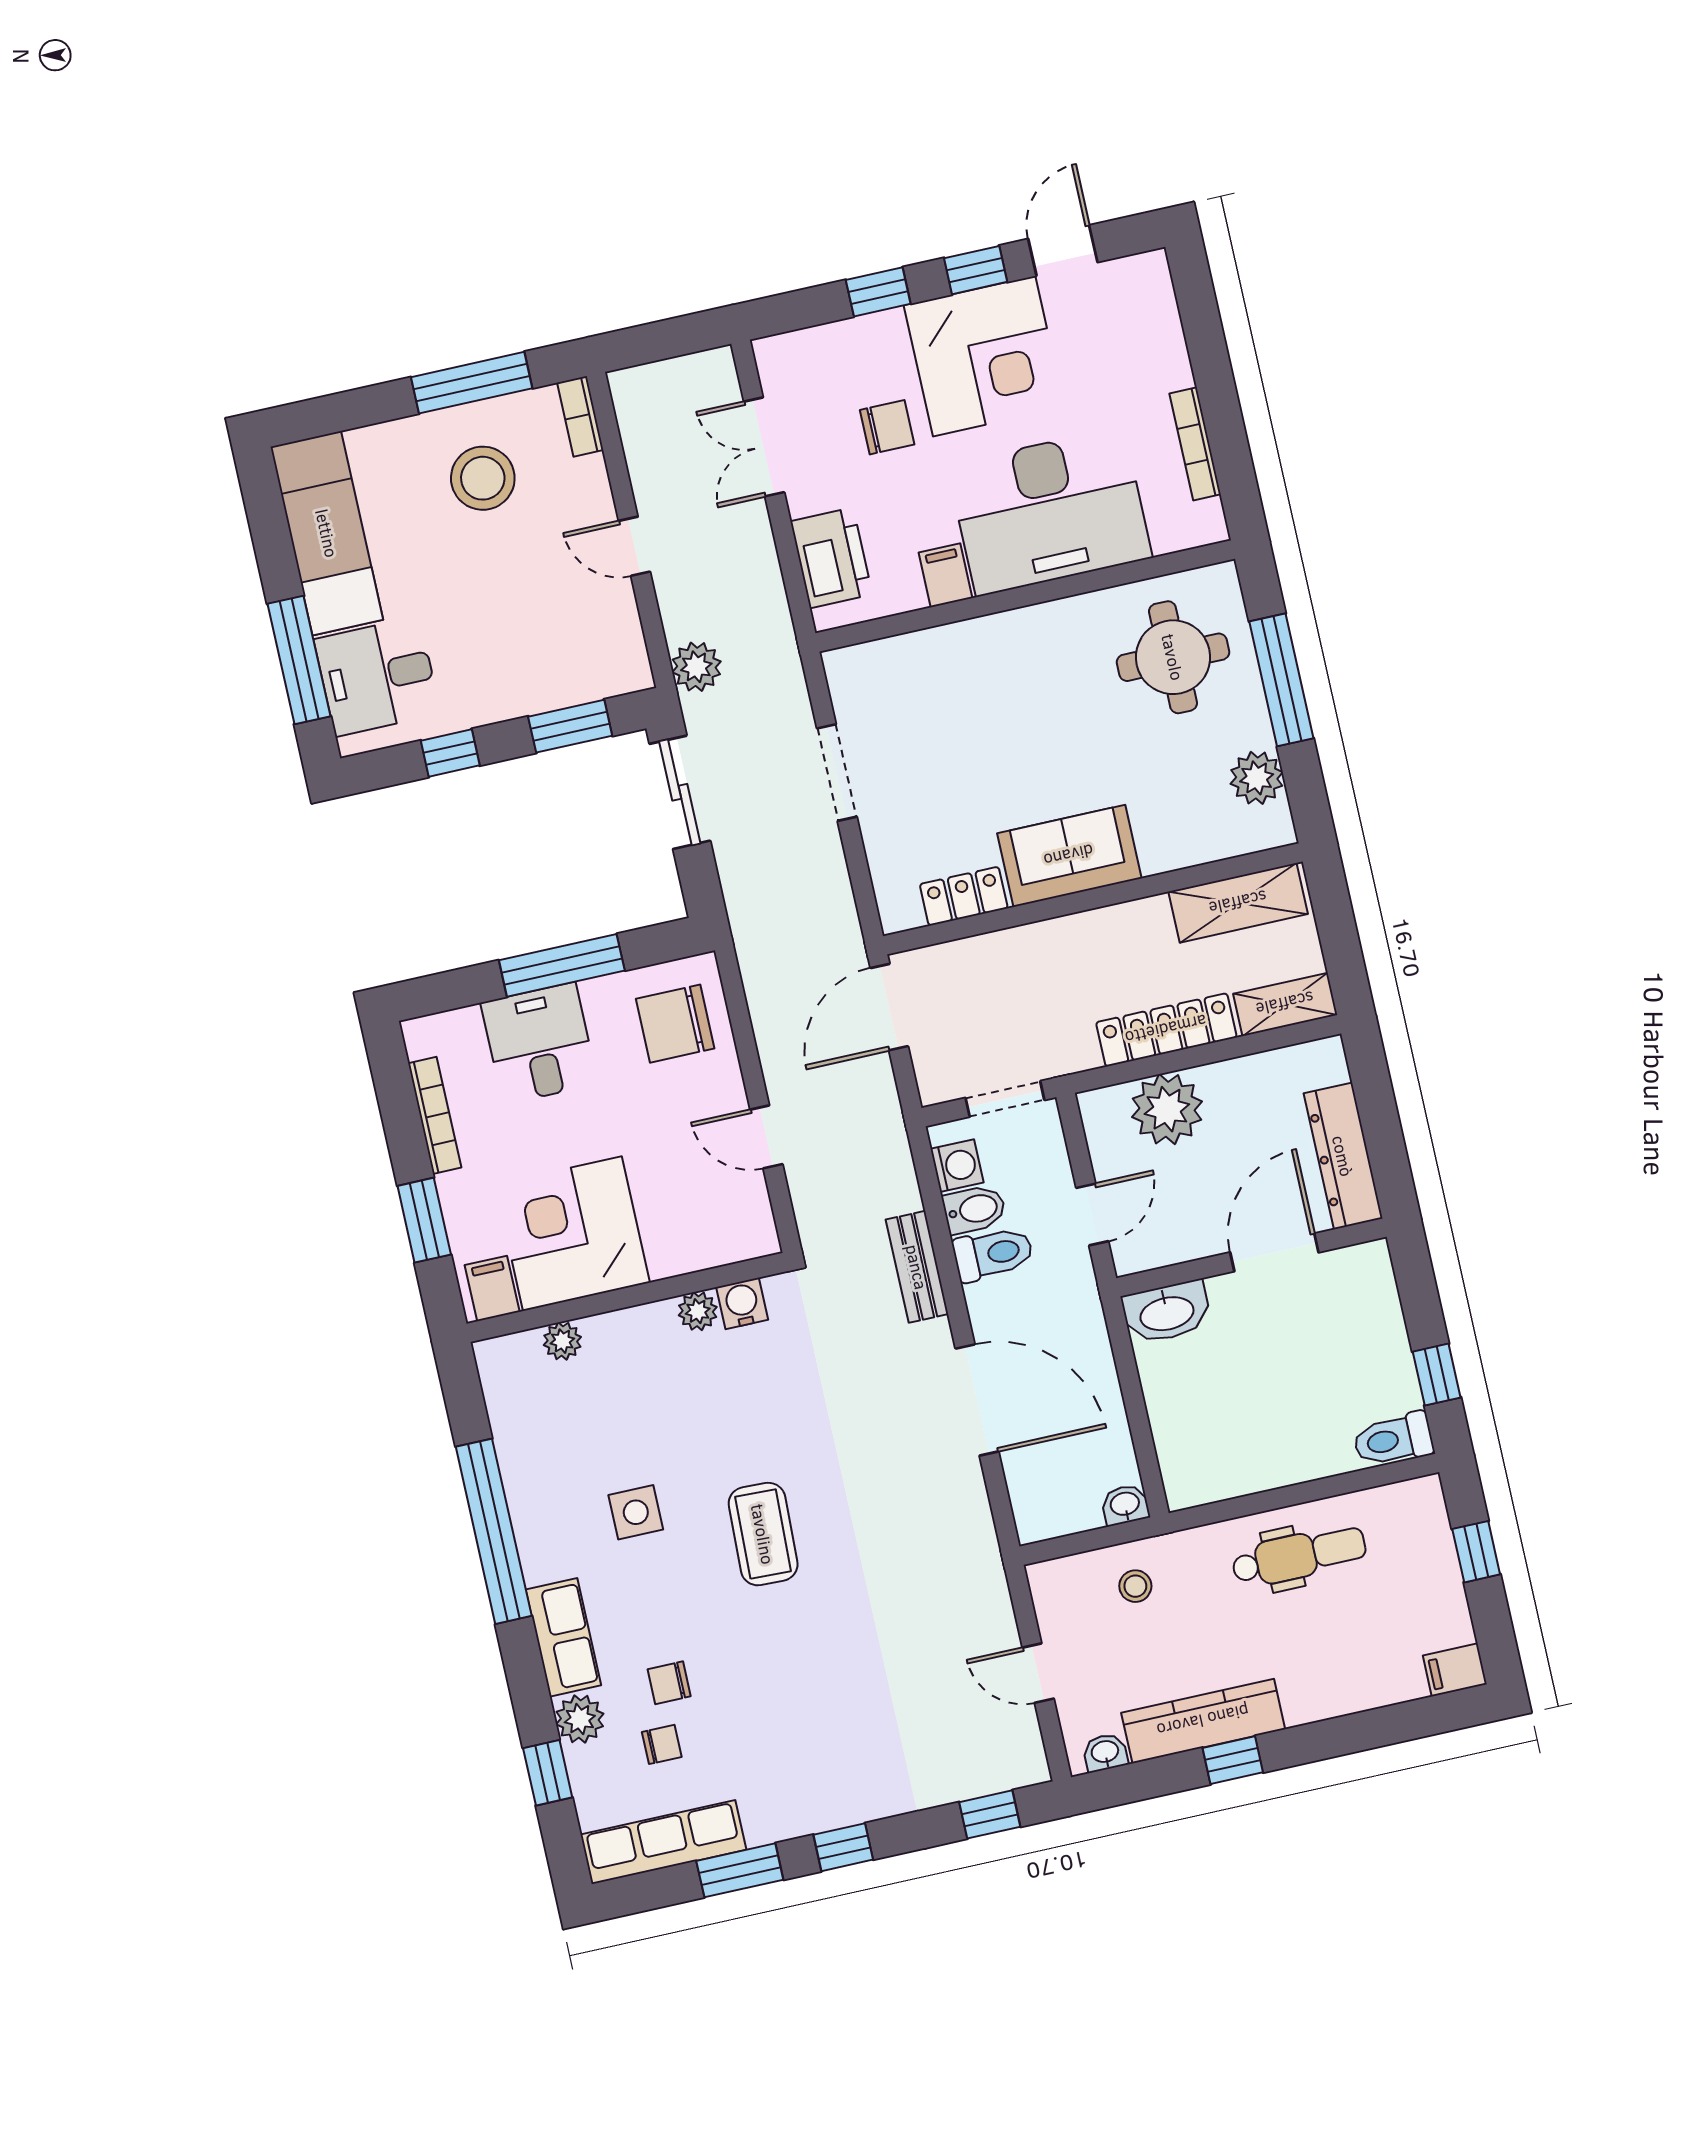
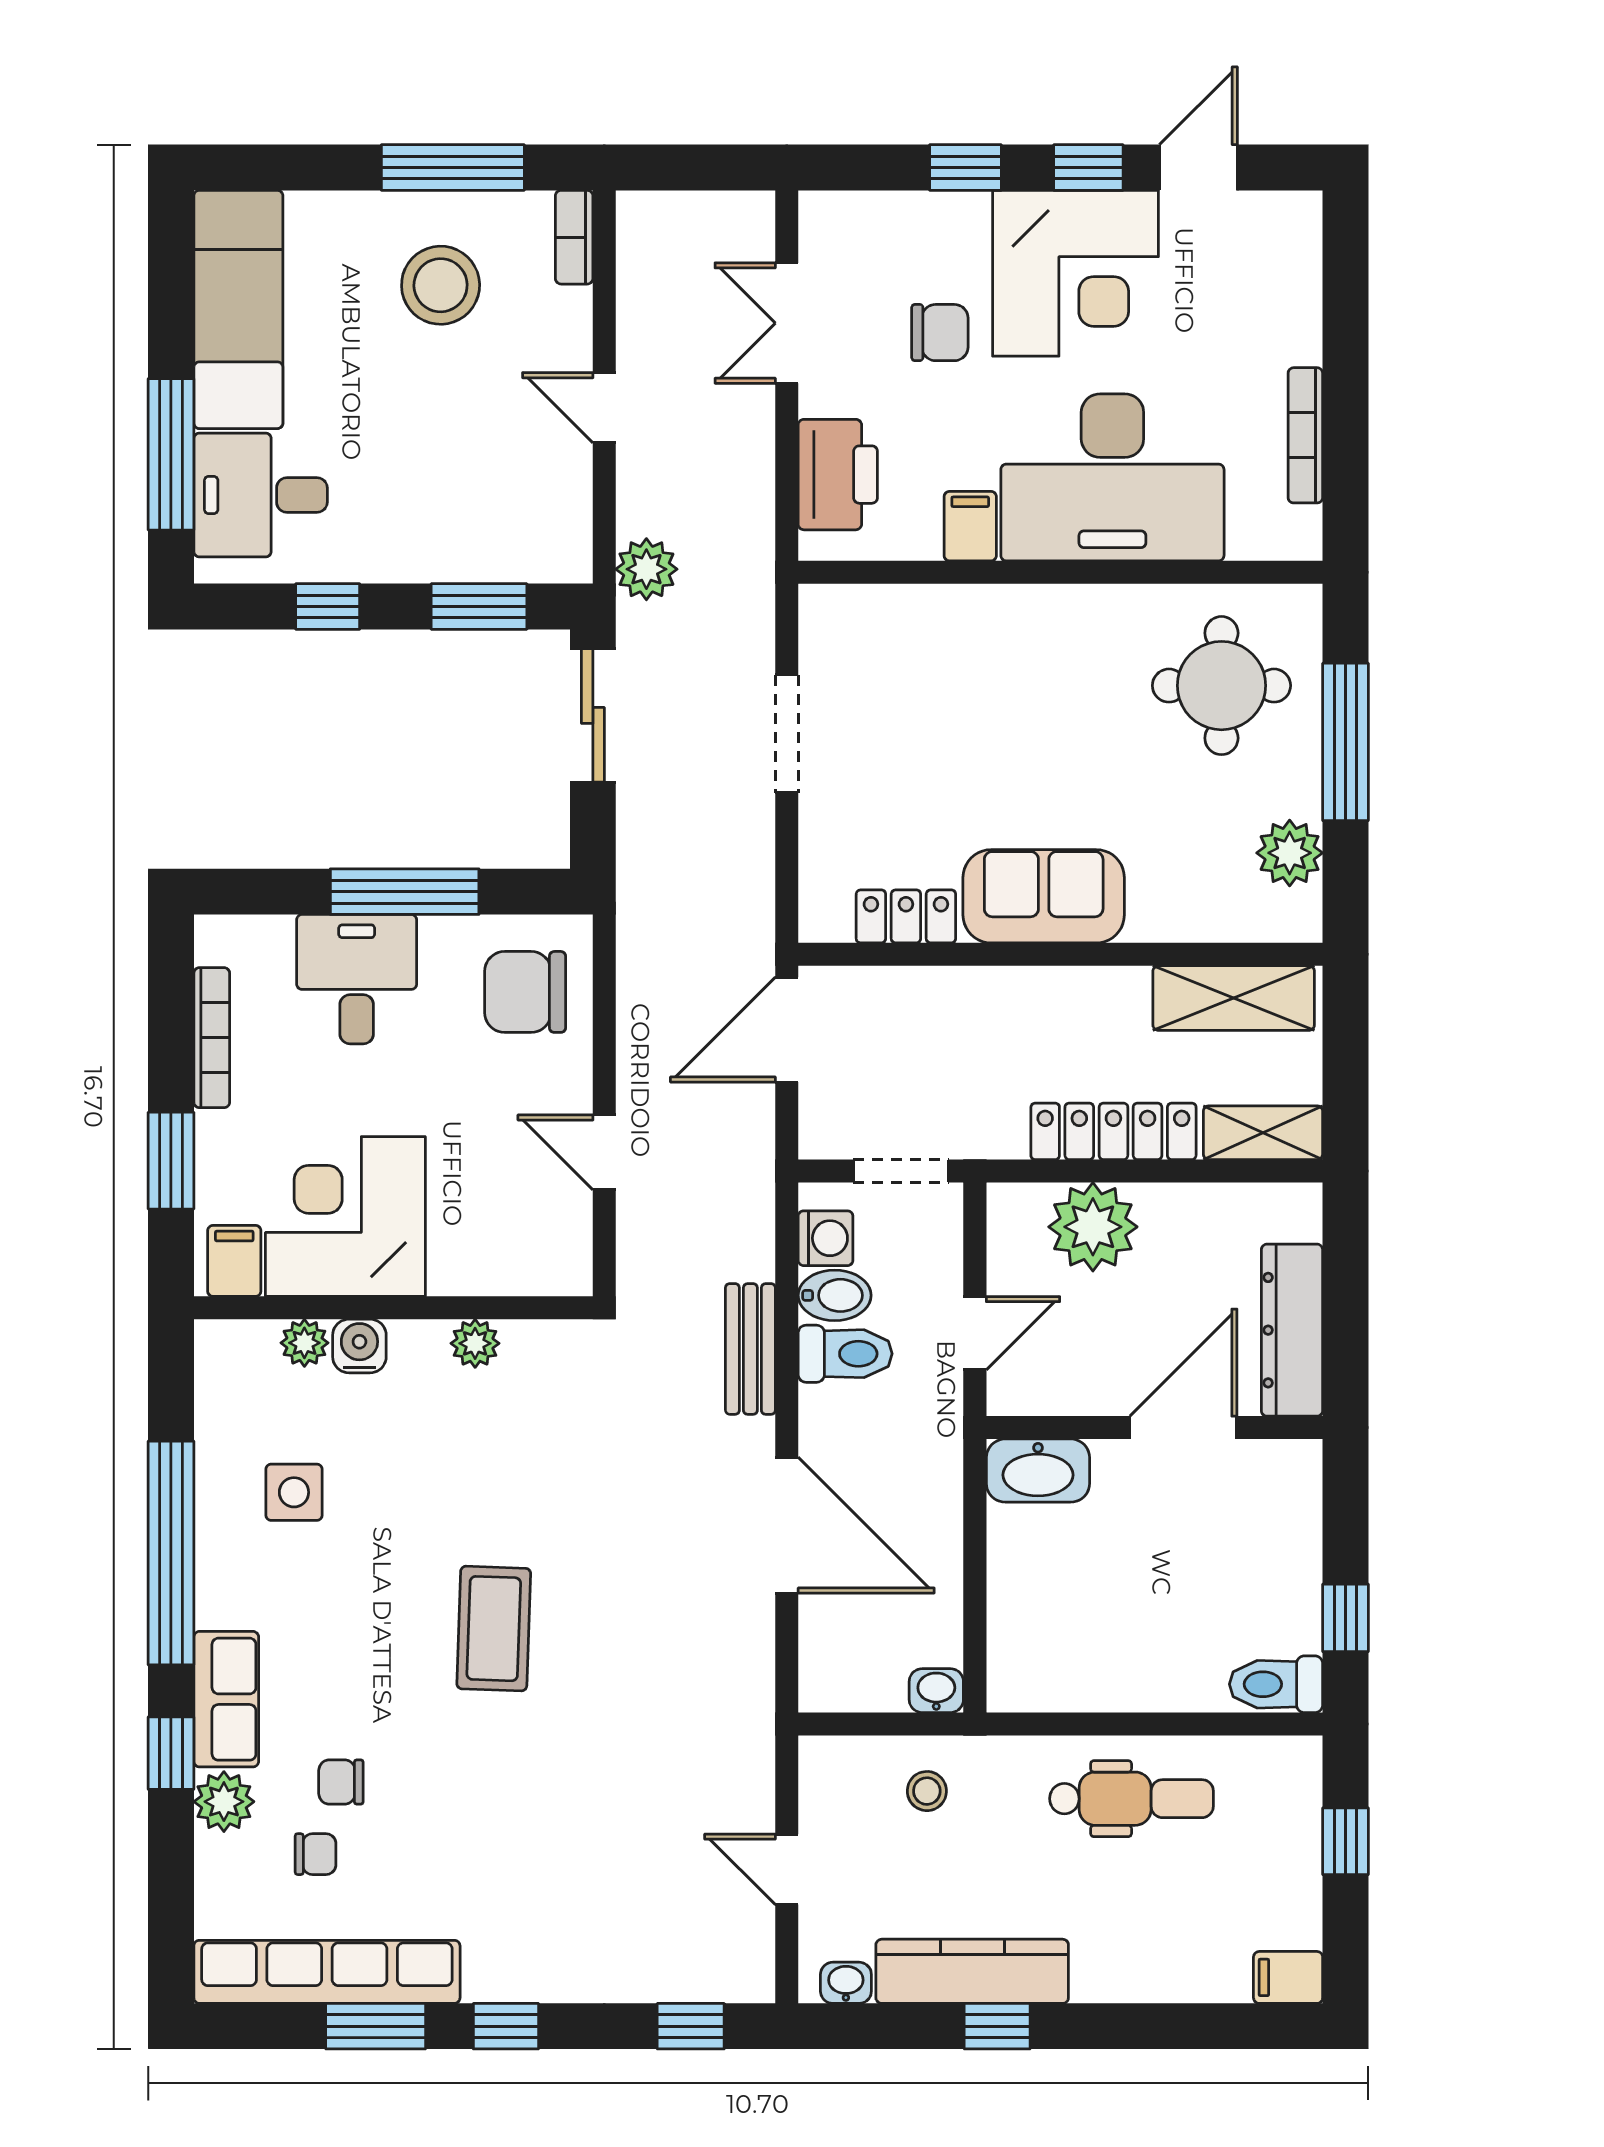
water cooler: (742, 1303) -> (359, 1346), moved
side table: (636, 1512) -> (294, 1492), moved
window: (548, 1773) -> (171, 1753), moved
row of seats: (663, 1842) -> (327, 1972), width x1.36

